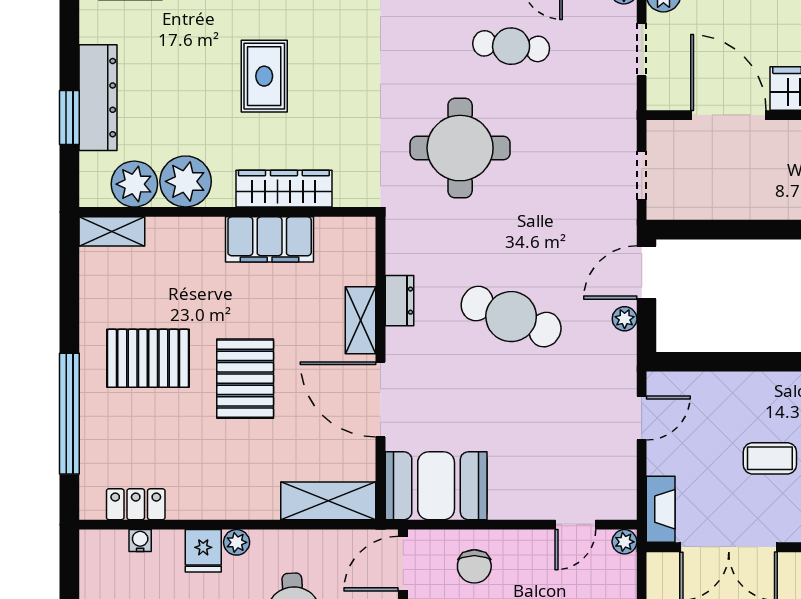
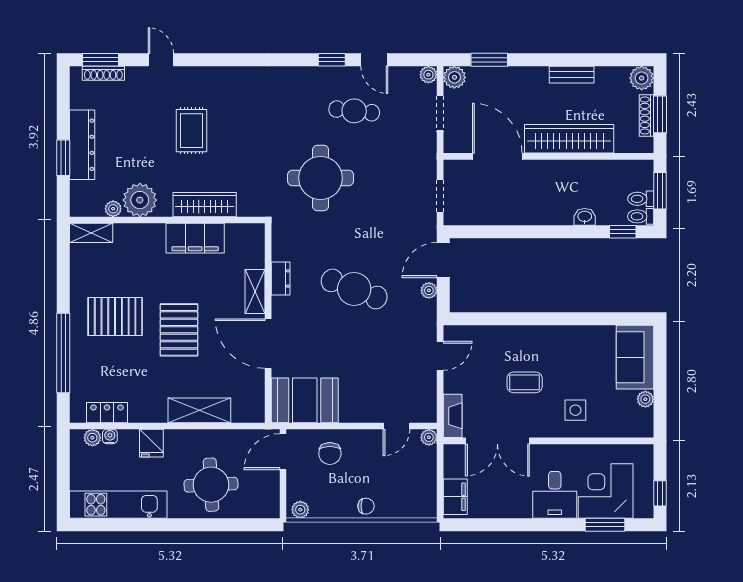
plant: (134, 184) -> (113, 209), width x0.53, depth x0.53
shelving: (328, 501) -> (199, 410), moved
plant: (237, 542) -> (92, 438), moved

